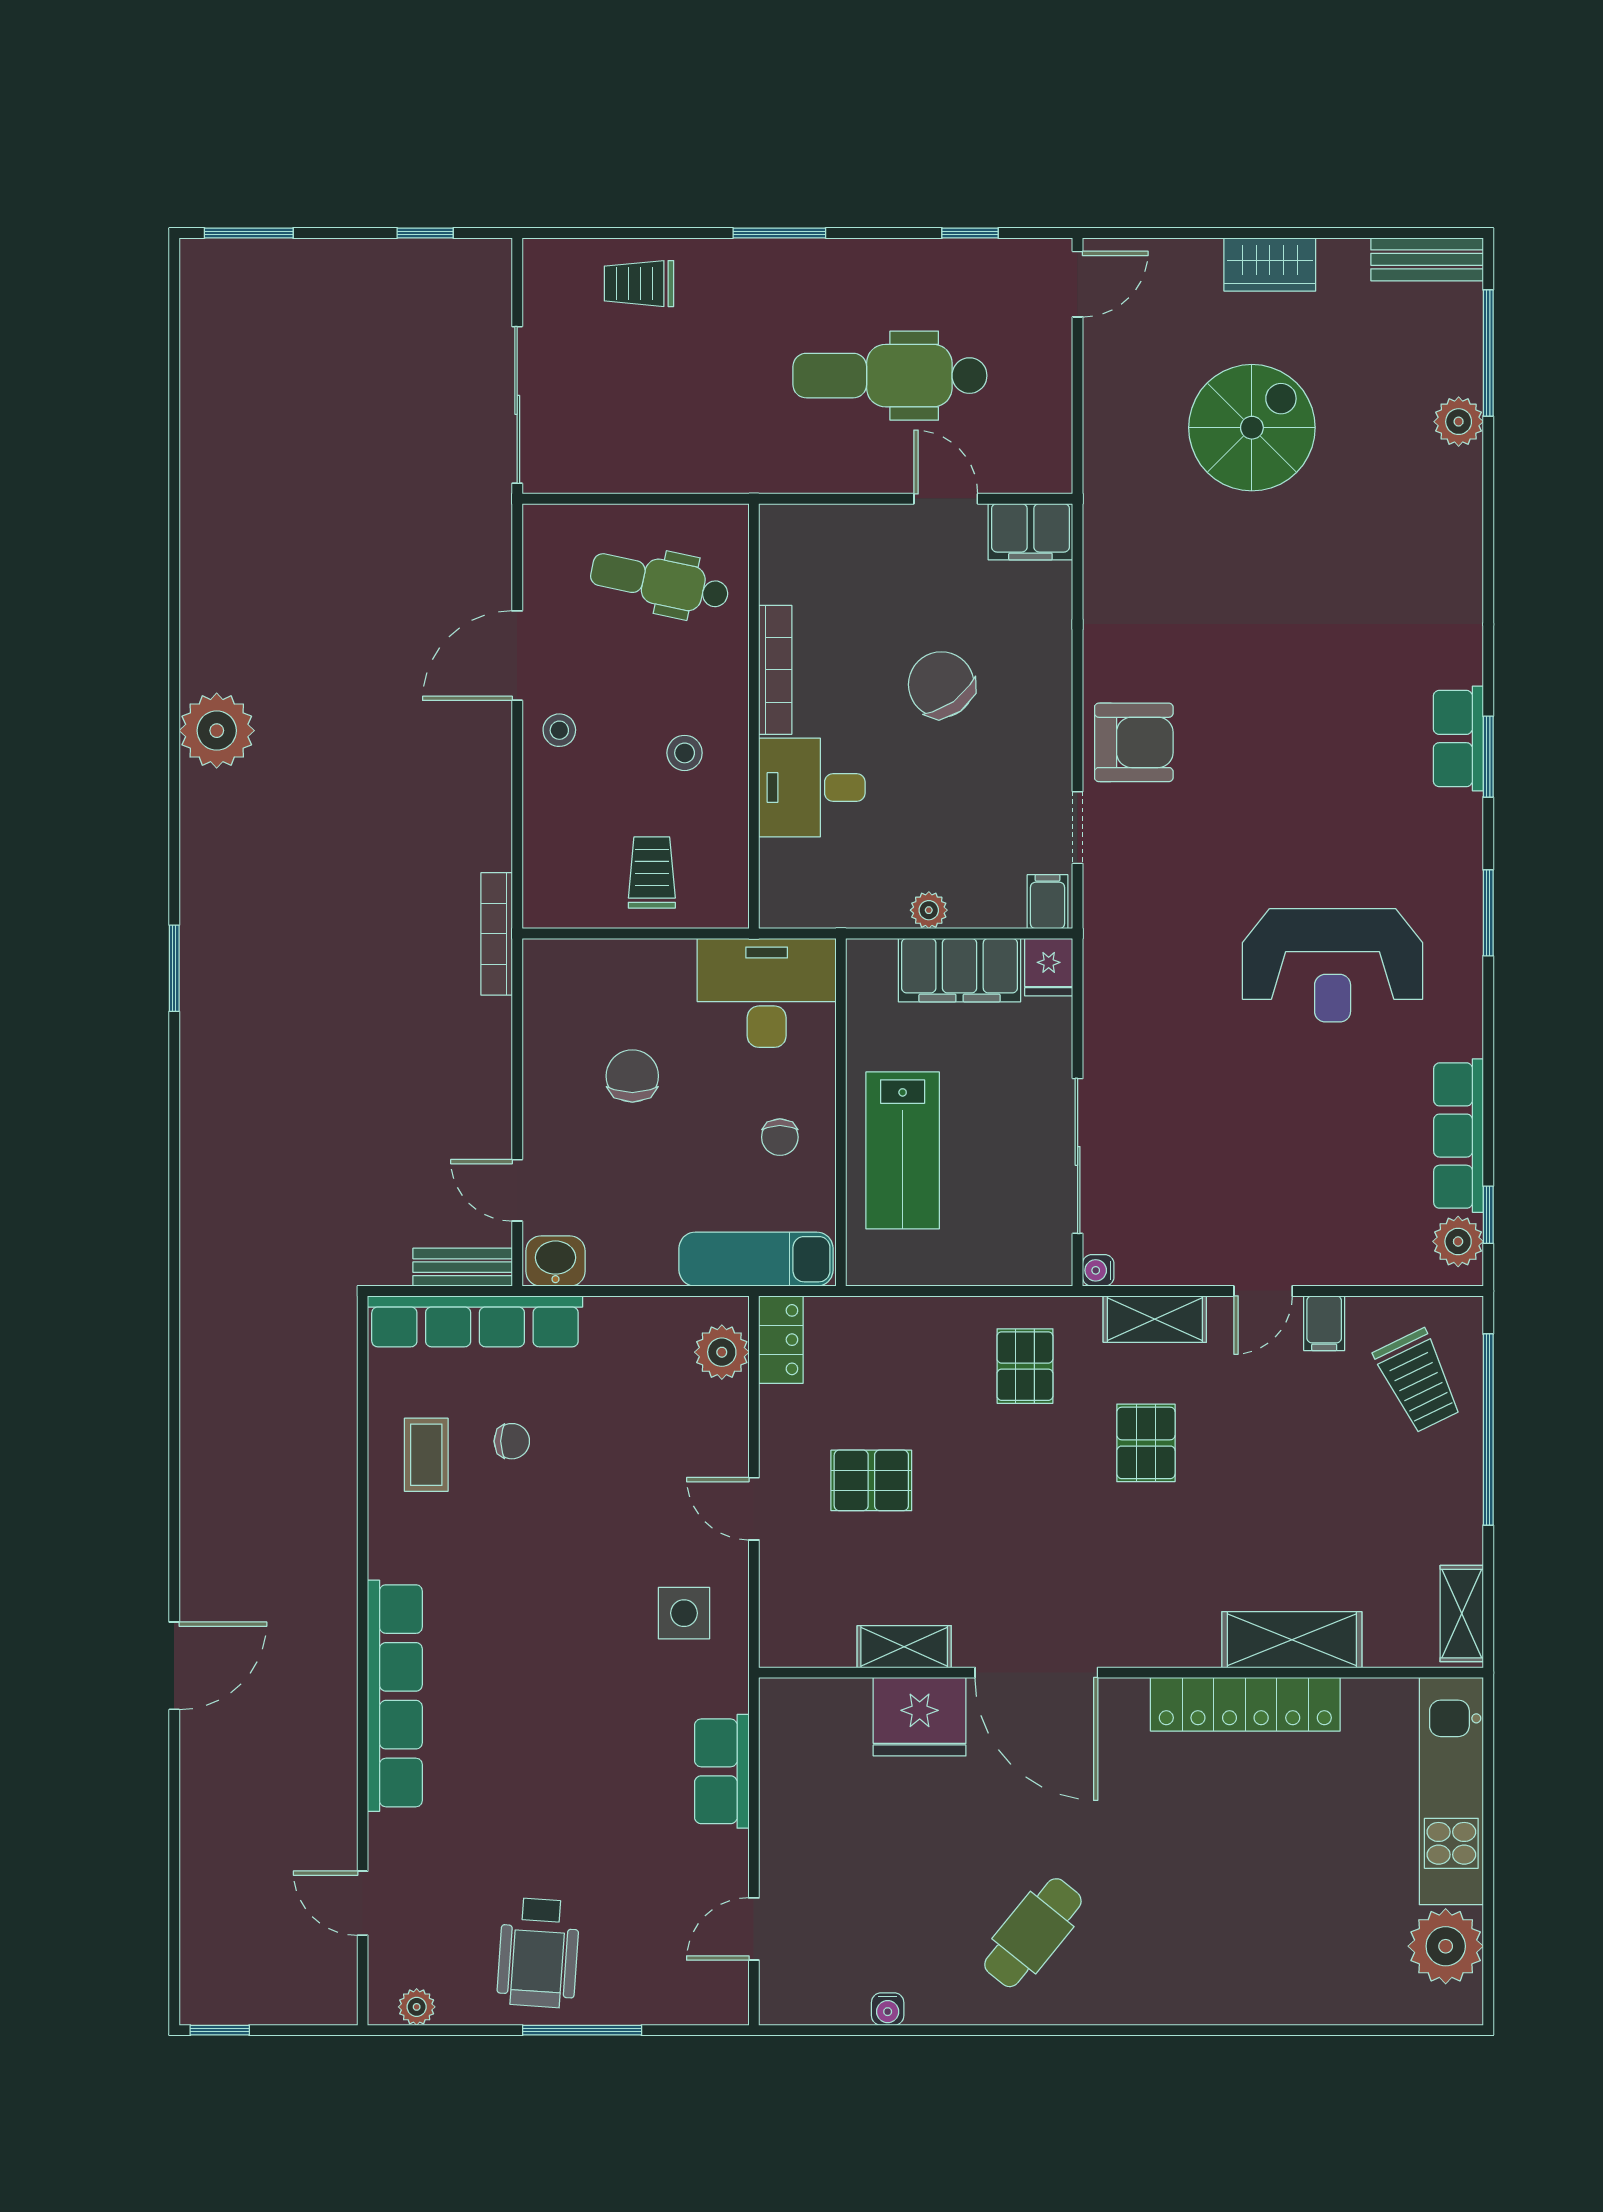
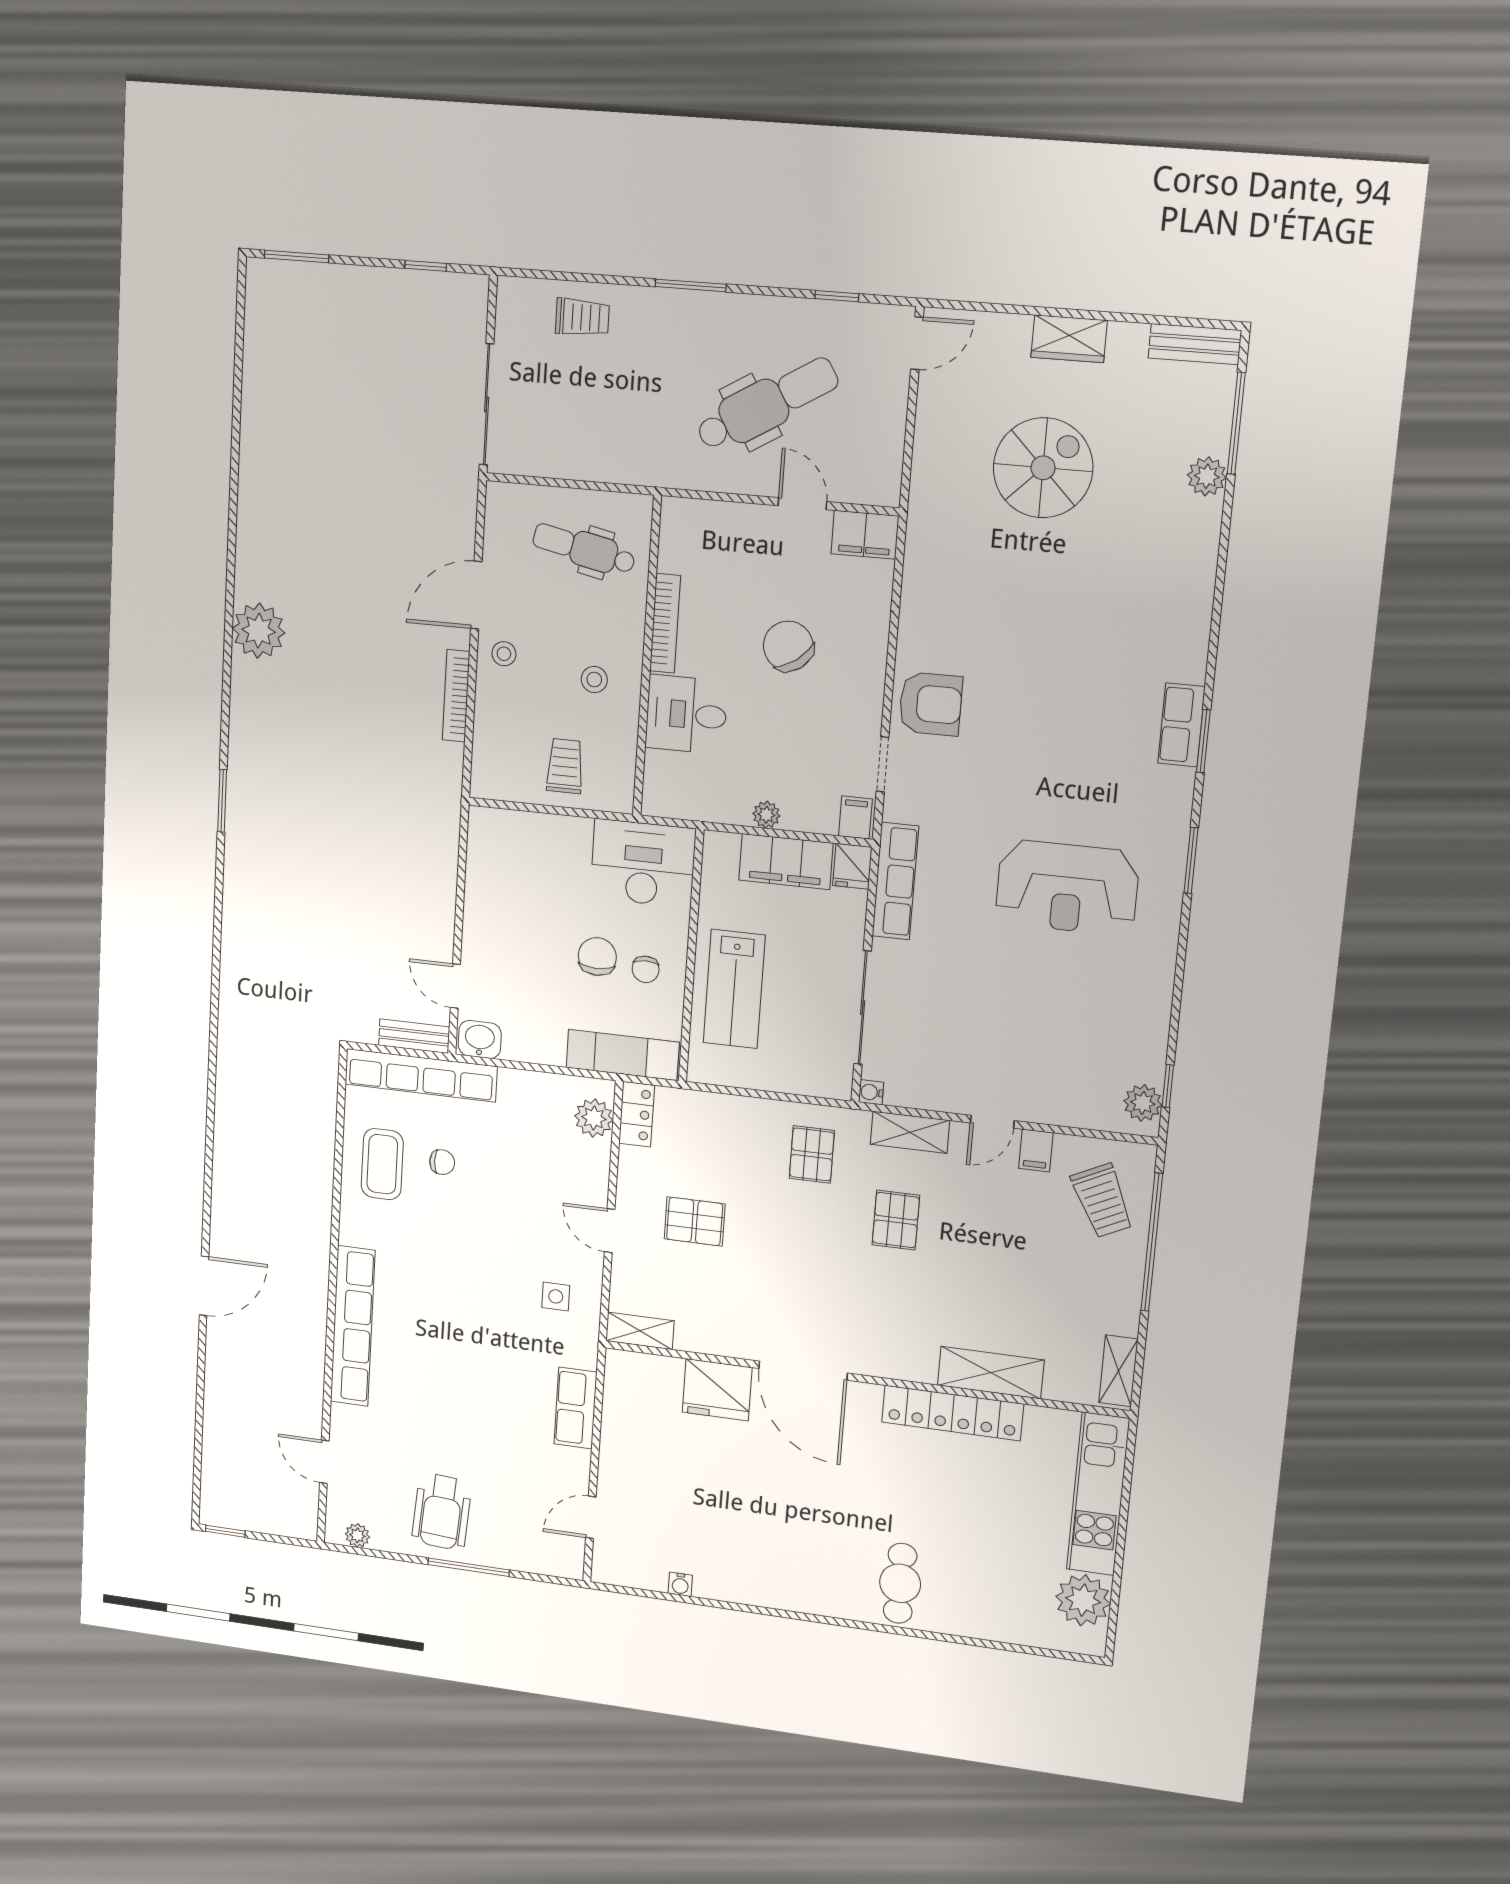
trolley: (639, 284) -> (582, 317), turned 180
dental chair: (890, 376) -> (767, 404), turned 149
bookcase: (497, 934) -> (456, 696), moved
chair: (632, 1076) -> (597, 957), moved
row of seats: (1459, 1136) -> (895, 881), moved, turned 180
coffee table: (426, 1455) -> (382, 1164), width x1.36, depth x1.30
side table: (684, 1613) -> (556, 1296), width x0.73, depth x0.73
shelving: (904, 1647) -> (640, 1331), moved
cafe table: (1033, 1933) -> (900, 1583), moved, turned -39

